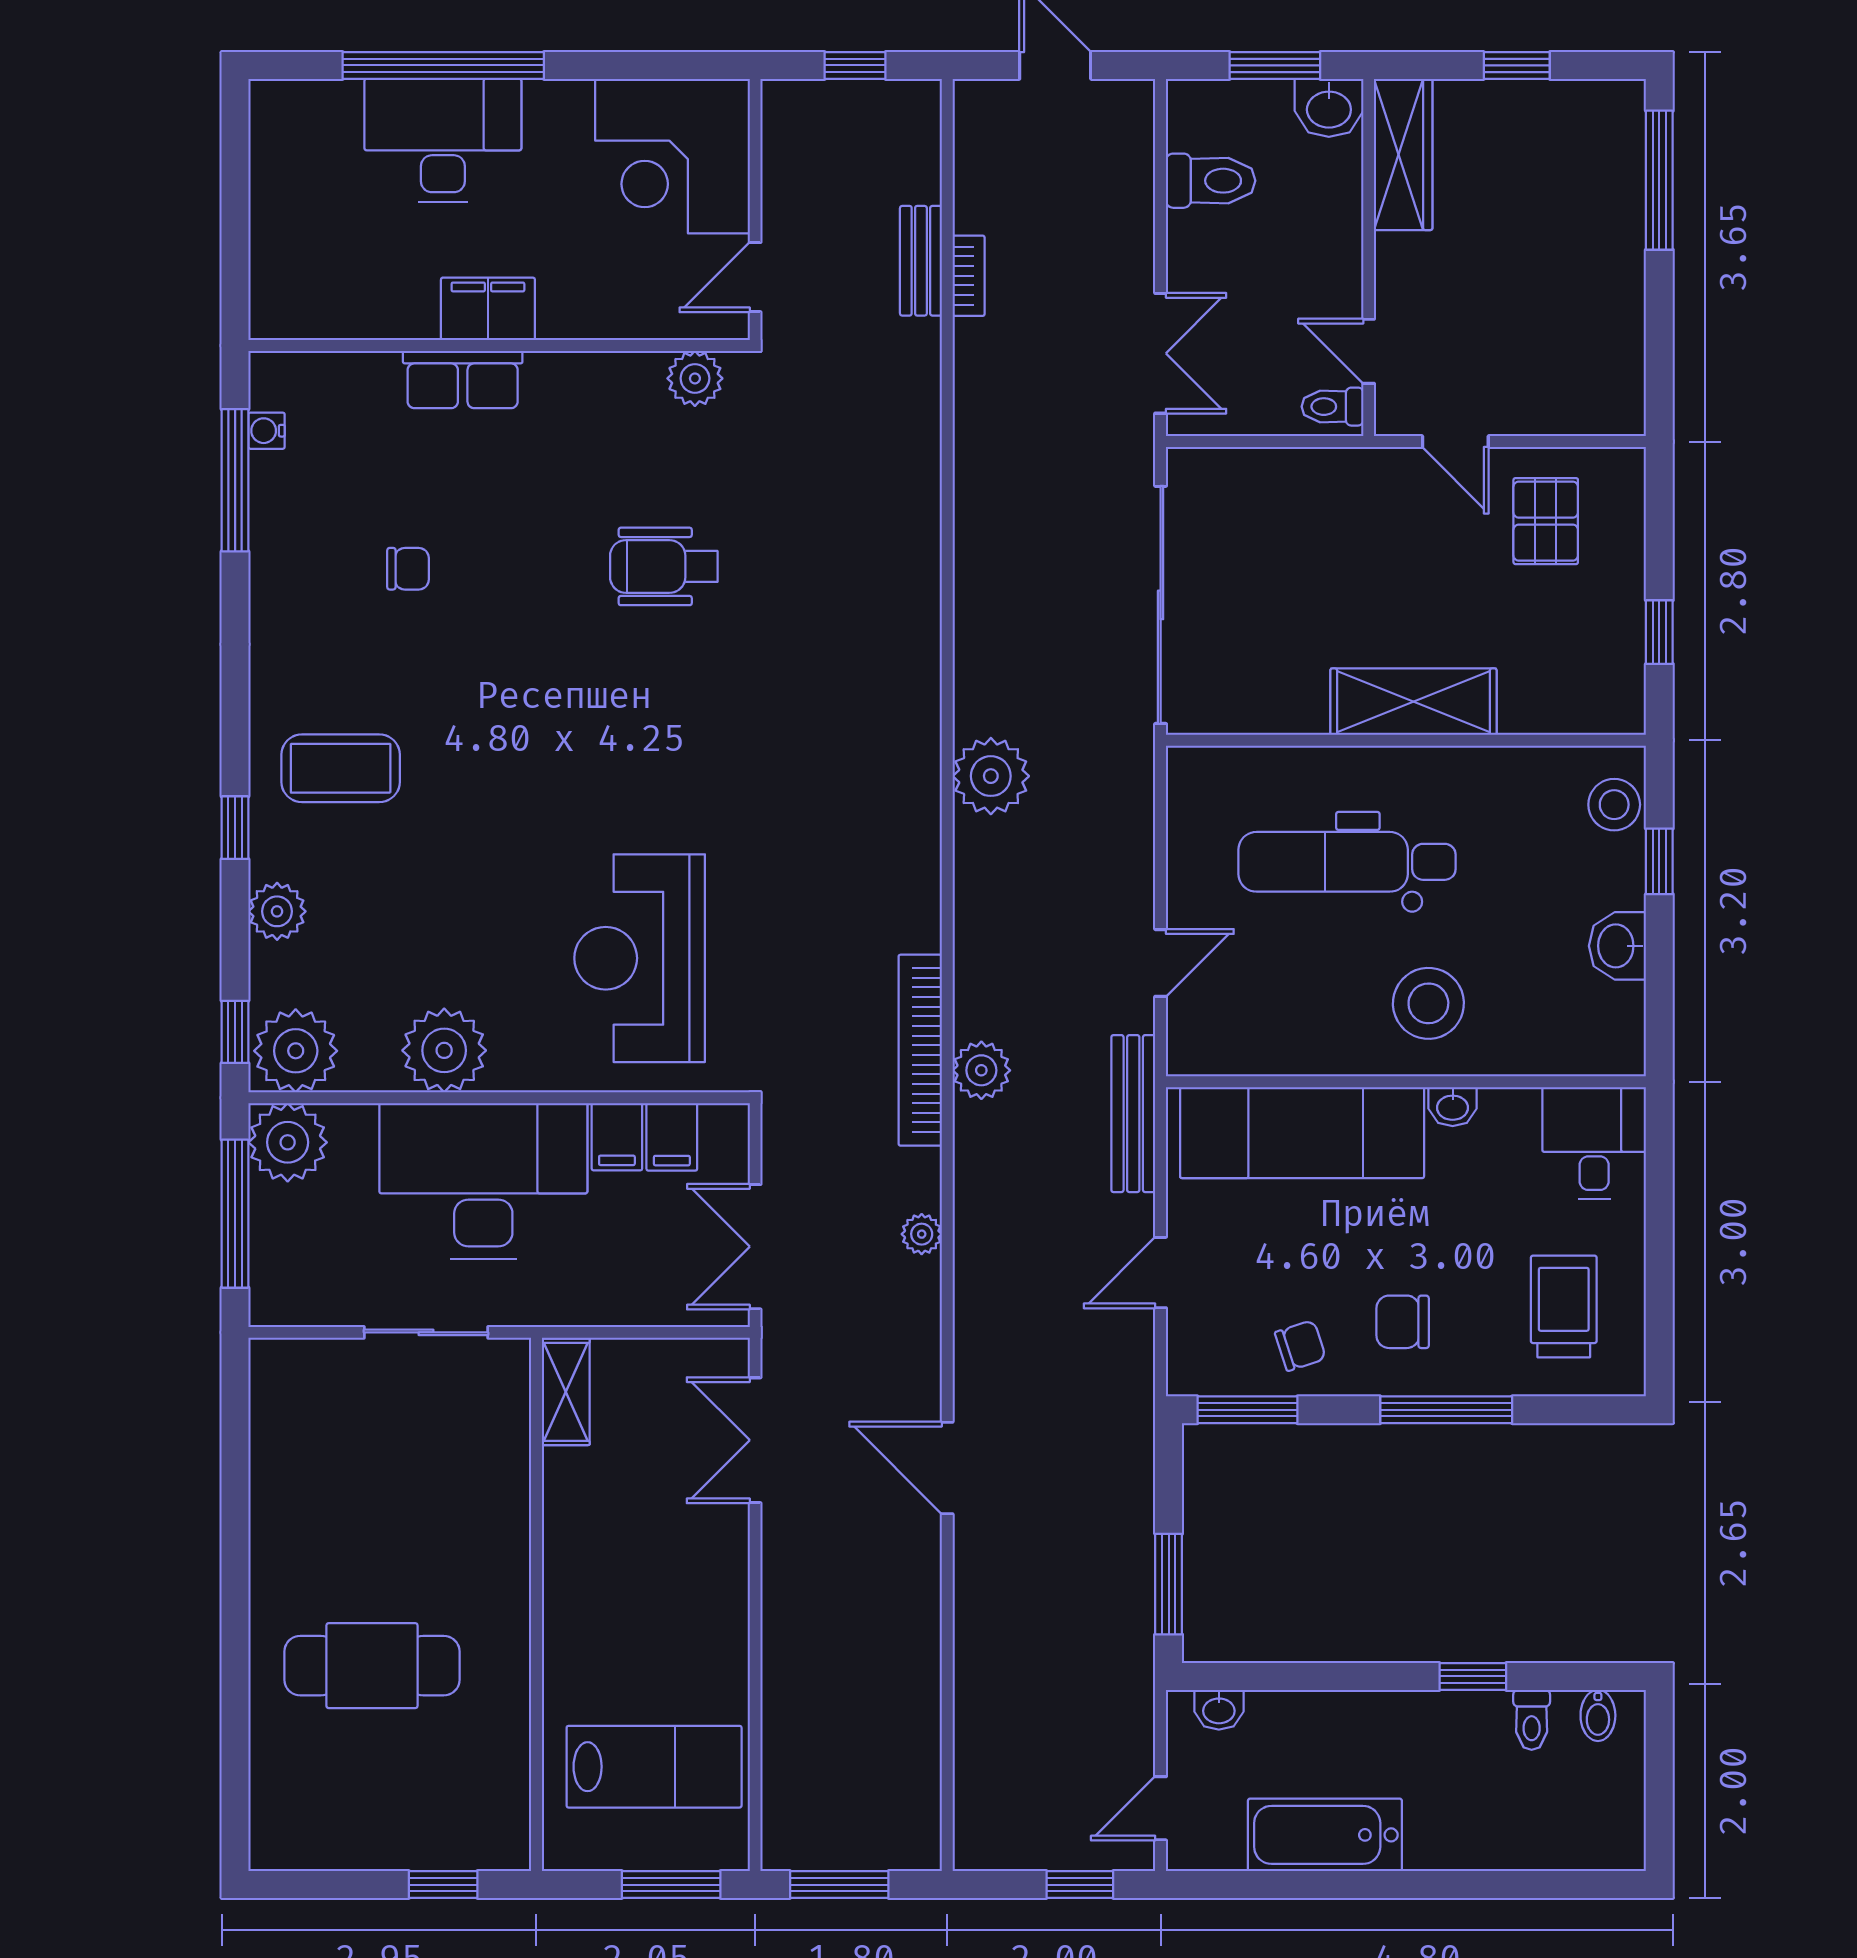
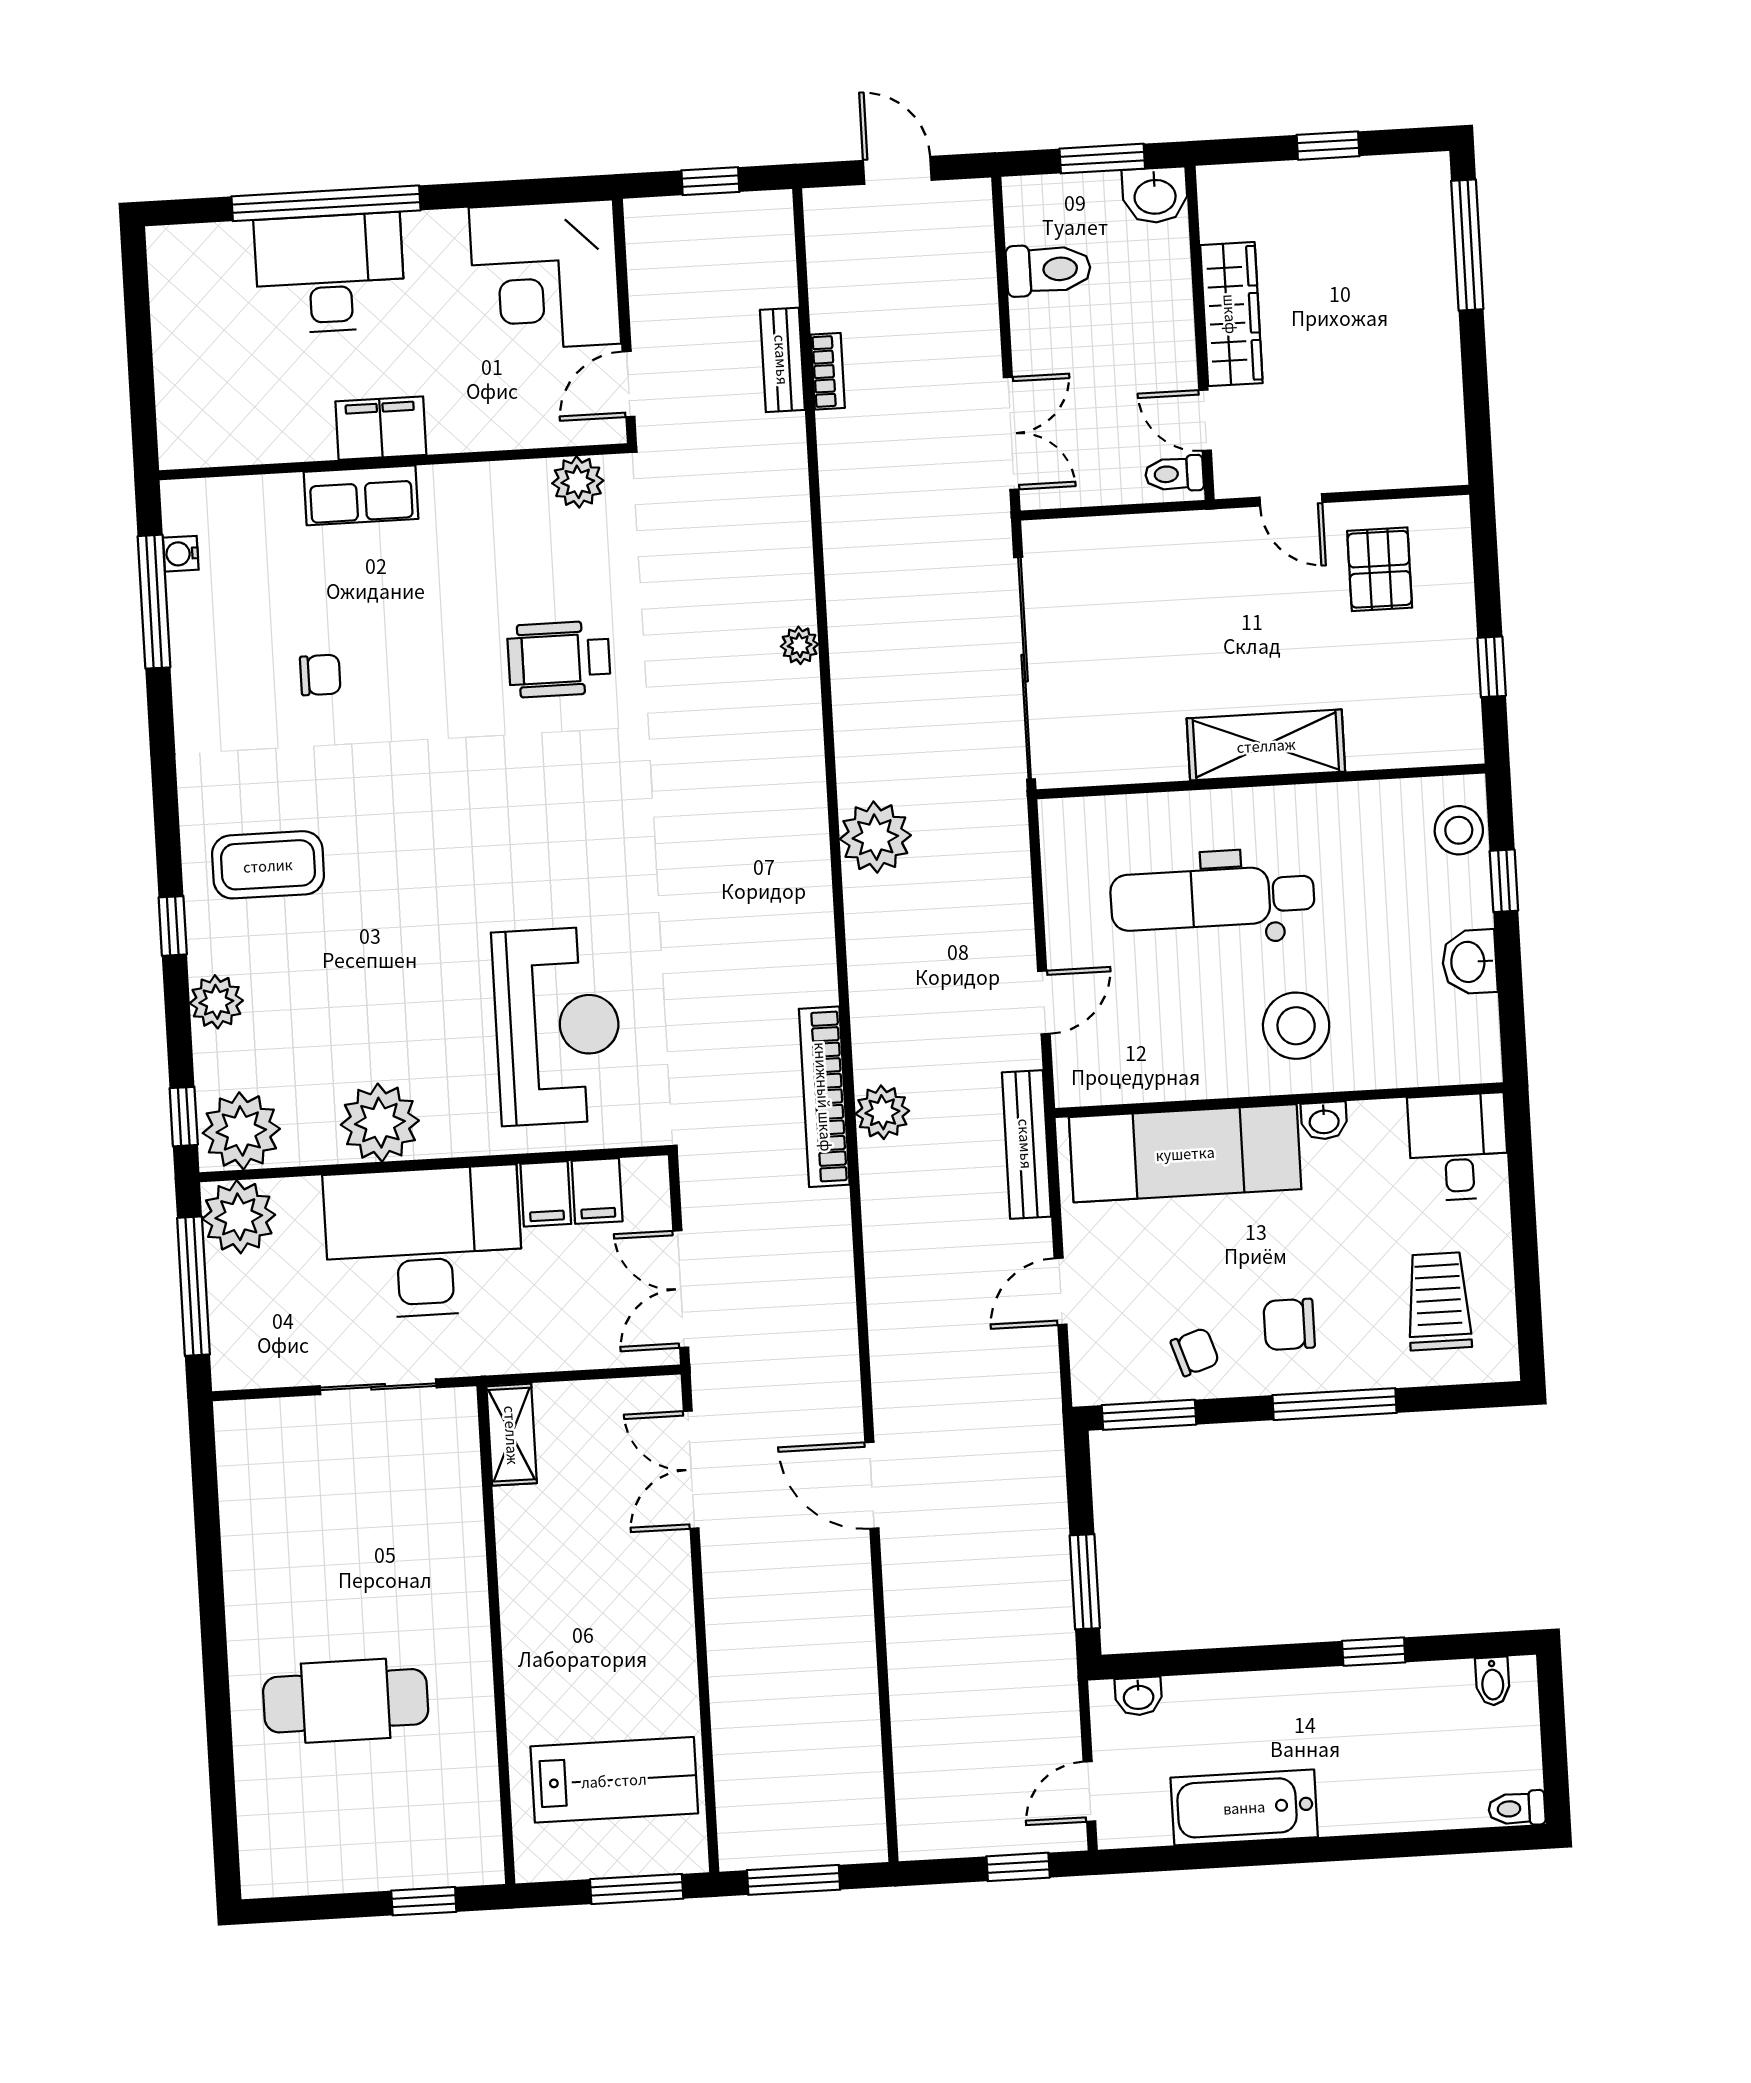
wardrobe: (1403, 154) -> (1231, 314), moved
reception desk: (640, 958) -> (557, 1026), turned 180
plant: (922, 1234) -> (800, 645), moved
toilet: (1532, 1720) -> (1517, 1808), moved, turned 90

